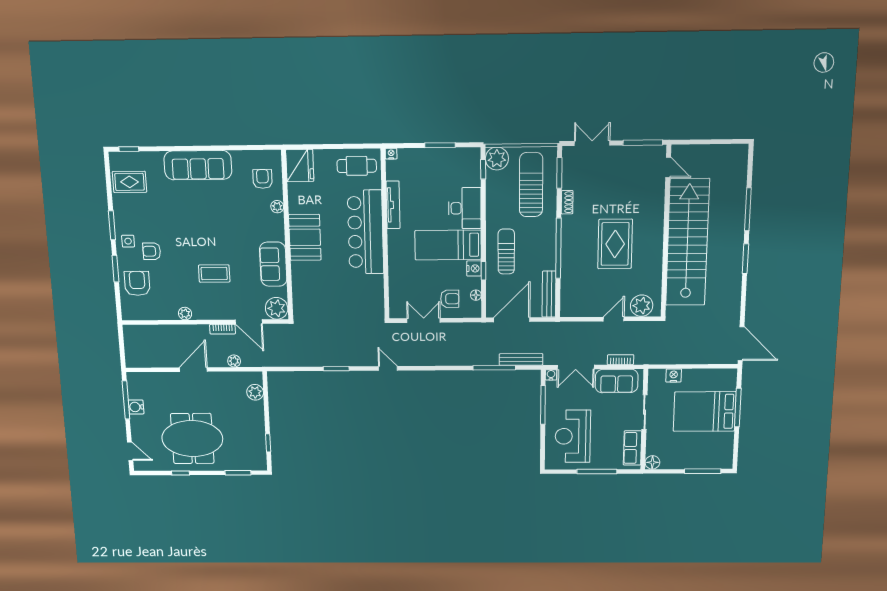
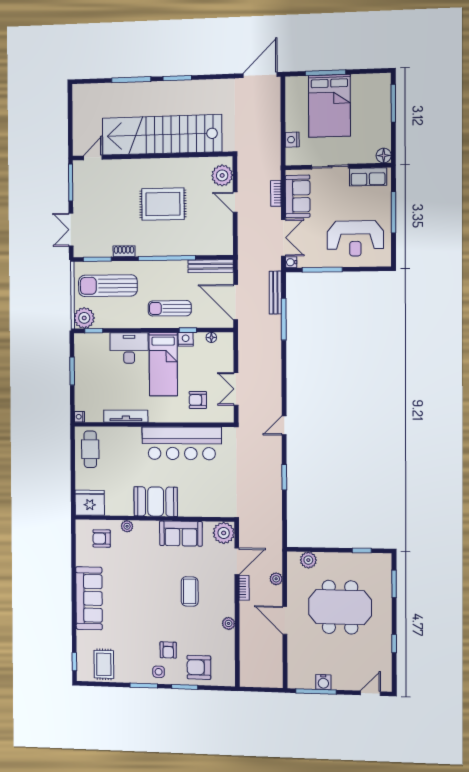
bar counter: (365, 232) -> (182, 443), moved
armchair: (450, 299) -> (198, 400), moved, turned -90
meeting table: (192, 439) -> (340, 607), moved, turned 90

